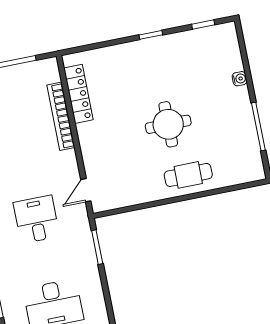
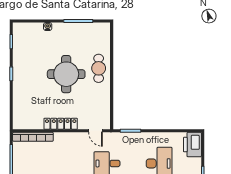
locker: (78, 94) -> (61, 124), moved
bookcase: (61, 116) -> (33, 137), moved
round table: (168, 124) -> (66, 74), width x1.36, depth x1.36

